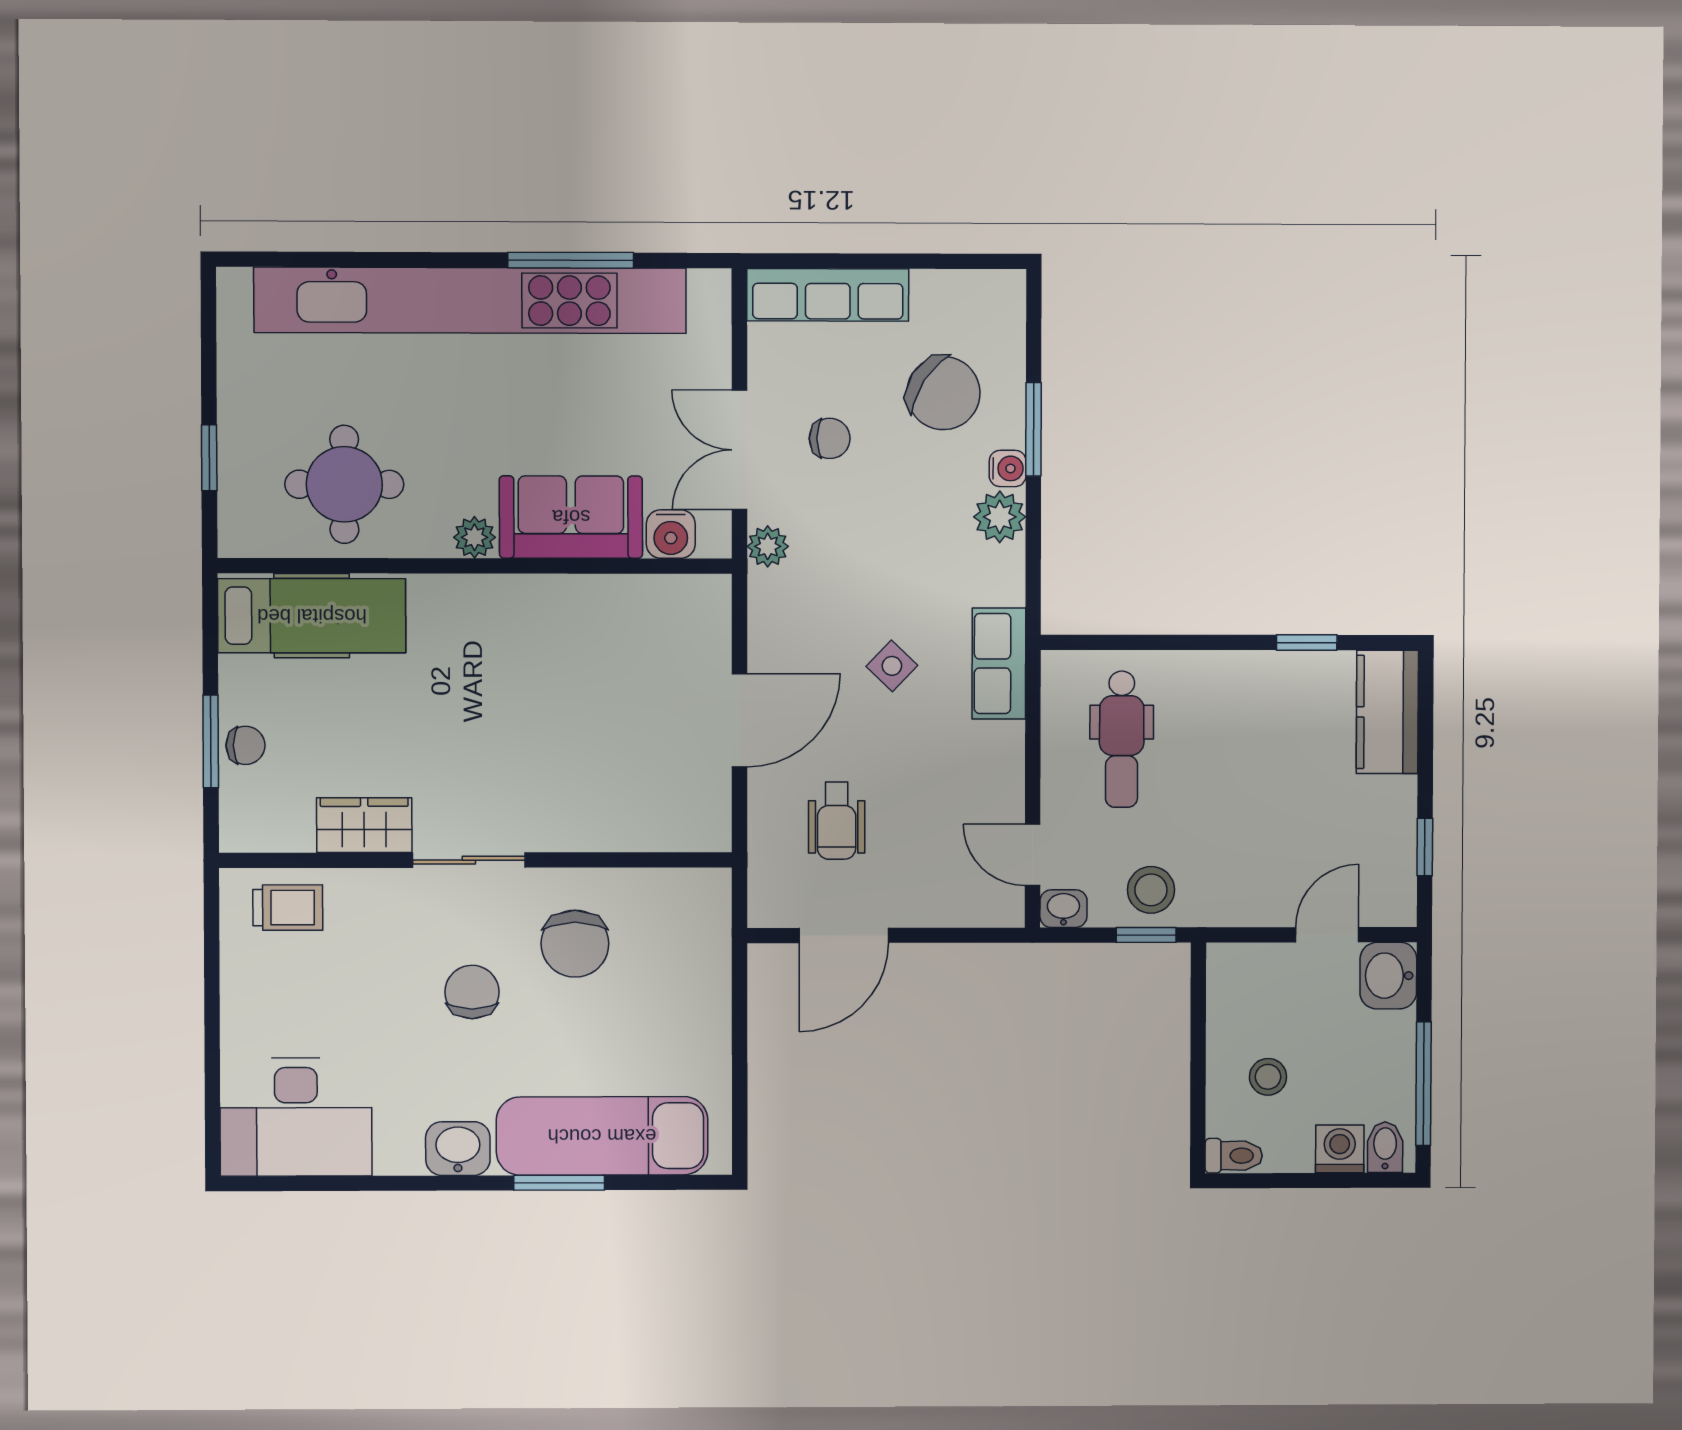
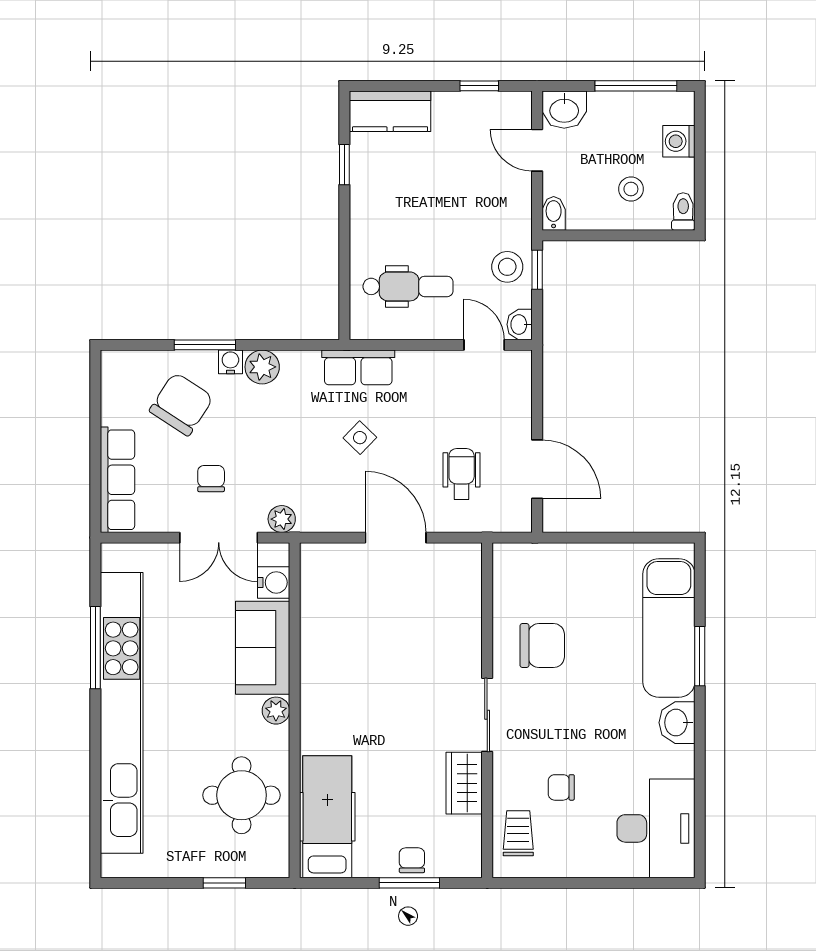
wheelchair: (837, 821) -> (462, 474), turned -90
door: (1033, 855) -> (484, 345), swing flipped
chair: (472, 992) -> (561, 787), moved, width x0.73, depth x0.73
bidet: (1385, 1147) -> (554, 213), moved, turned 90

